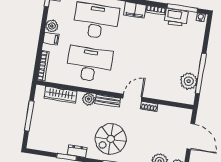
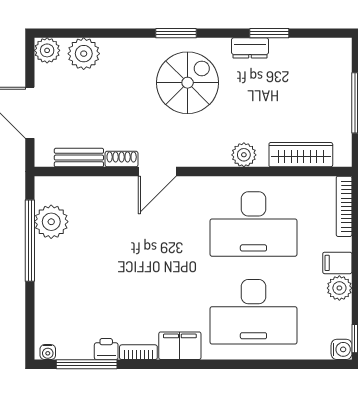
printer: (176, 17) -> (106, 349), width x0.53, depth x0.68
bench: (108, 101) -> (79, 158), moved

